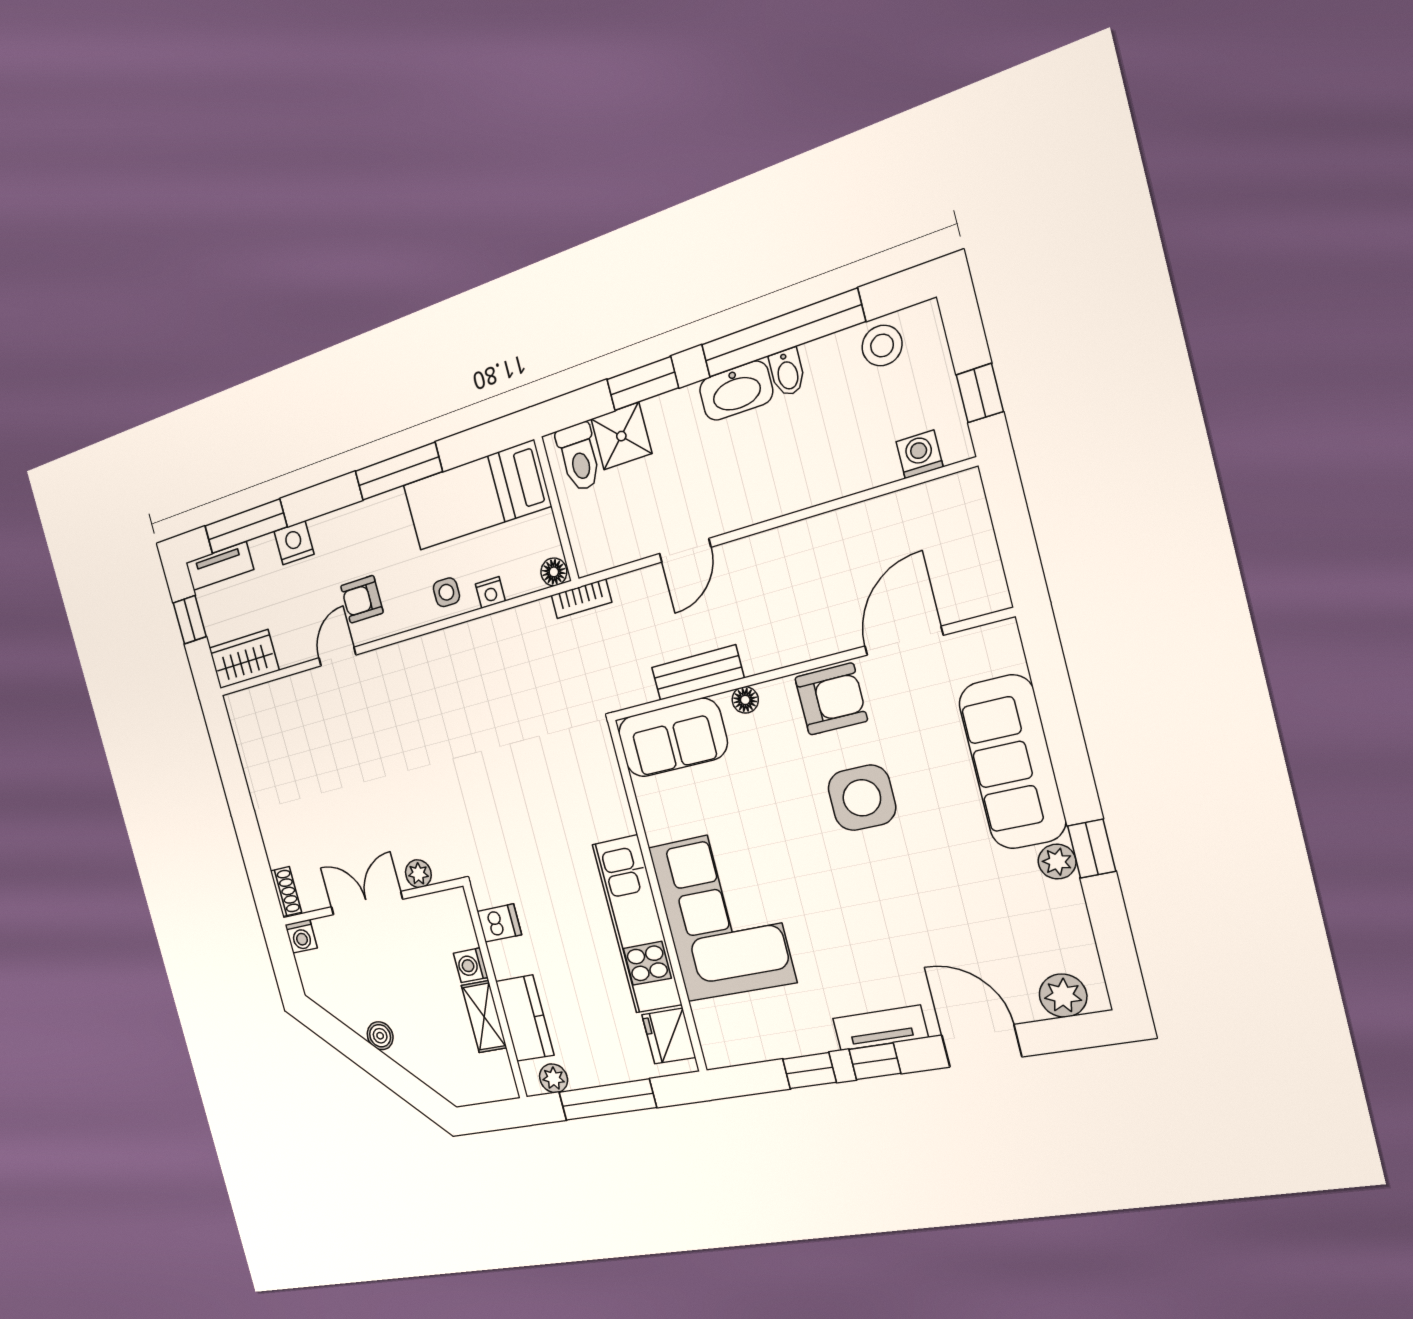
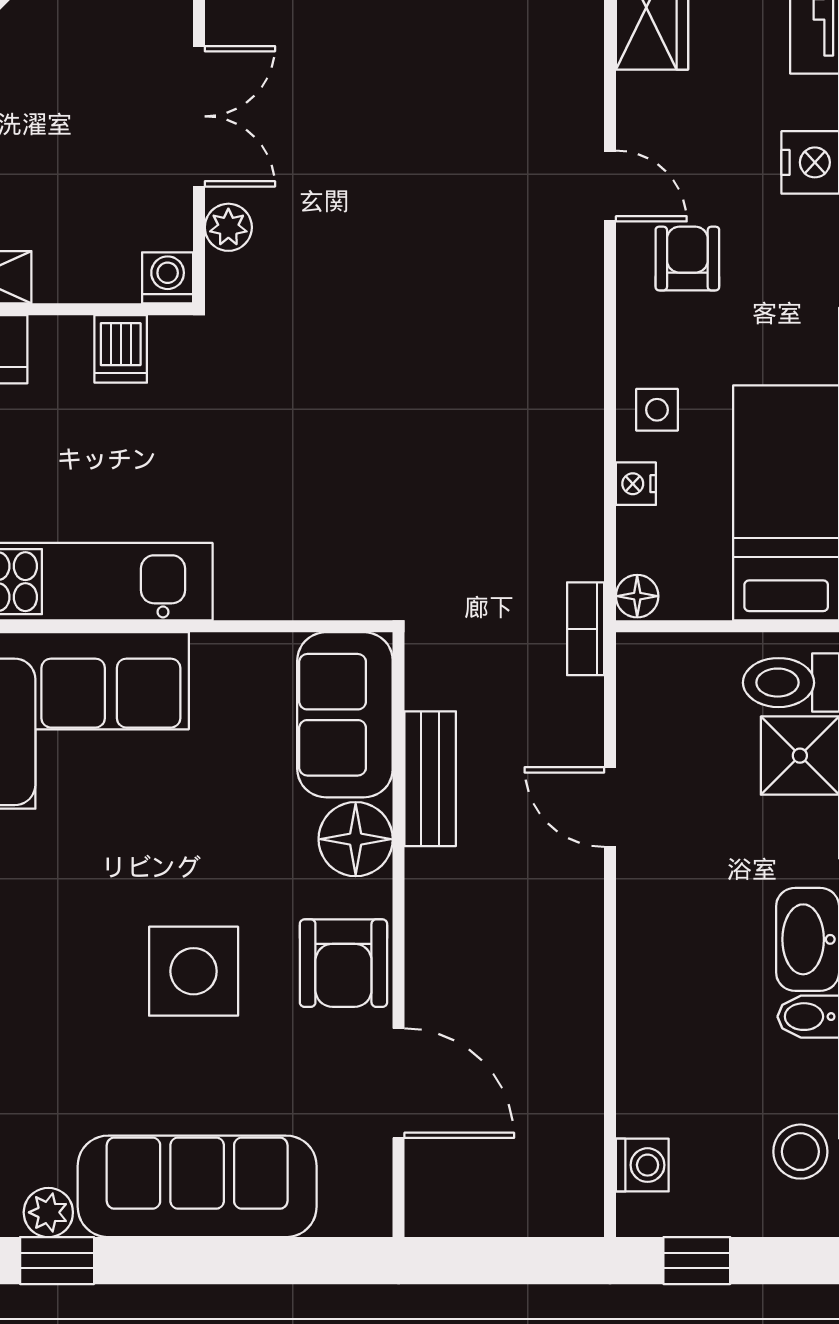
floor lamp: (745, 700) -> (356, 839), width x1.89, depth x1.89
washing machine: (471, 965) -> (168, 278), moved

